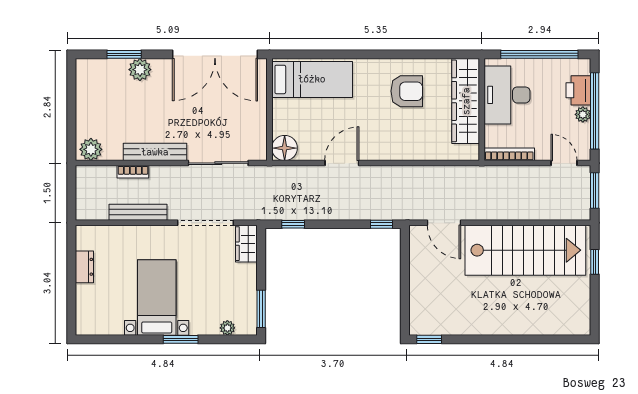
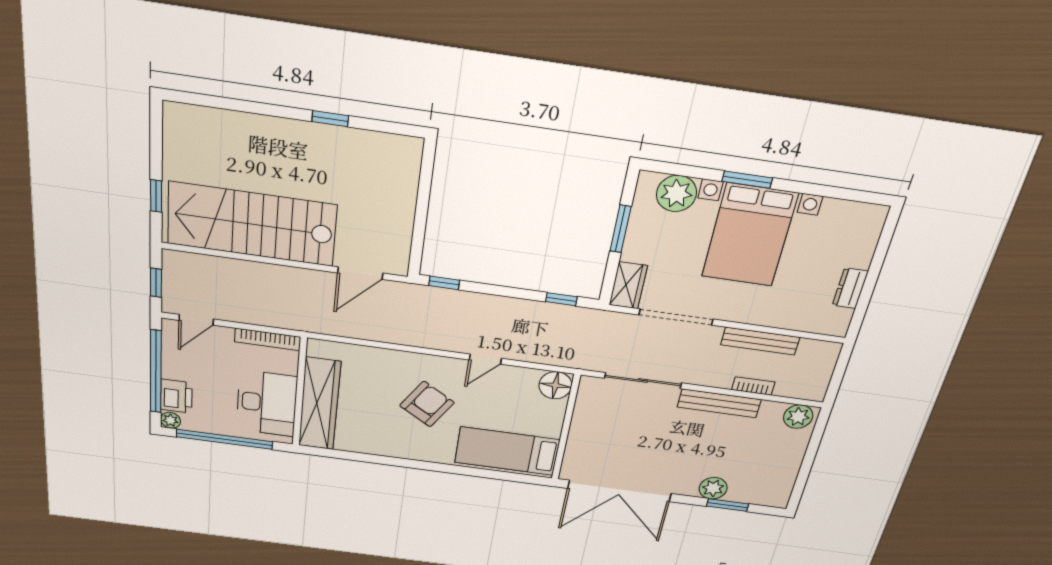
double door: (215, 54) -> (619, 491), swing flipped
armchair: (407, 91) -> (427, 404), moved, turned 122
plant: (583, 114) -> (170, 420), moved
door: (342, 163) -> (485, 359), width x0.73
door: (564, 163) -> (196, 320), hinge flipped
window: (595, 191) -> (156, 283), width x0.67
door: (444, 223) -> (360, 273), swing flipped
bed with nightstands: (157, 298) -> (750, 235), width x1.36
window: (261, 309) -> (620, 229), moved
plant: (227, 328) -> (676, 193), width x1.88, depth x1.88
window: (429, 339) -> (330, 119), moved

